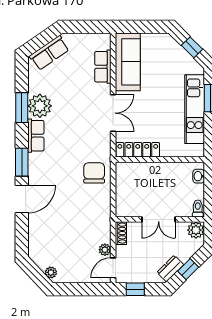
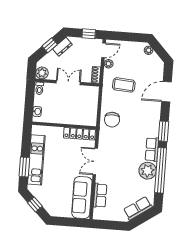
window: (22, 108) -> (161, 170), width x2.11
door: (22, 199) -> (166, 92), moved
coffee table: (82, 222) -> (124, 85), added

